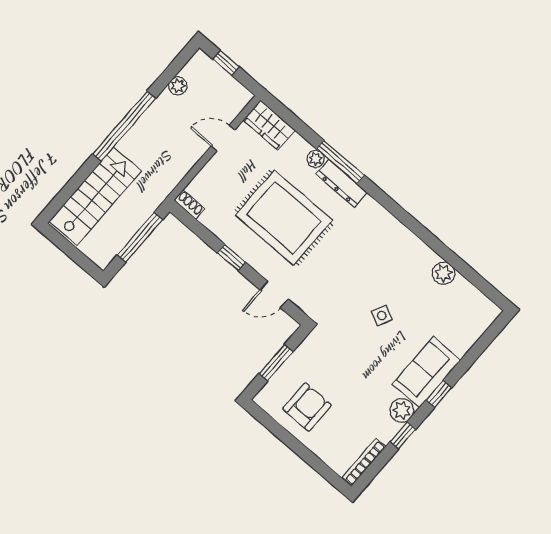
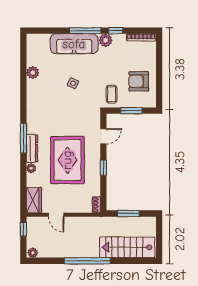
window: (226, 63) -> (23, 229), moved
plant: (178, 86) -> (33, 253), moved
window: (340, 162) -> (23, 138), moved
window: (140, 237) -> (128, 214), width x0.69
door: (274, 294) -> (103, 136), hinge flipped
coffee table: (322, 355) -> (112, 94), added
sofa: (426, 372) -> (74, 44), width x1.36
window: (439, 394) -> (85, 31), width x2.17

